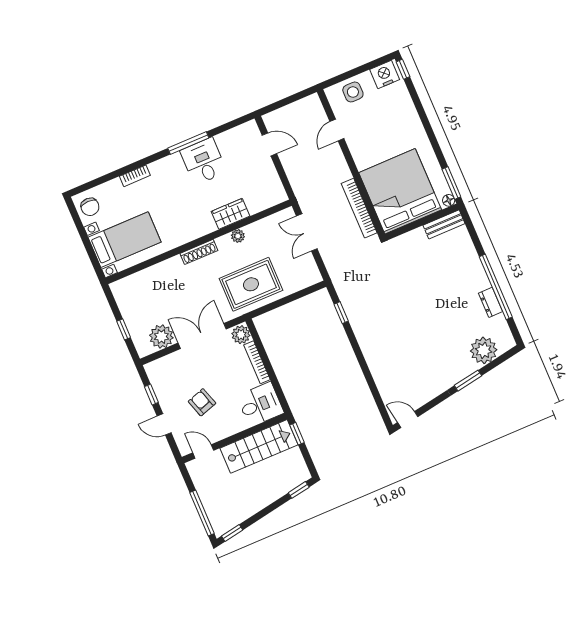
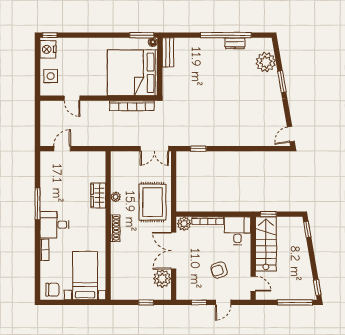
desk: (204, 161) -> (54, 225), moved
double door: (307, 232) -> (154, 149), moved
door: (203, 451) -> (253, 284), swing flipped

